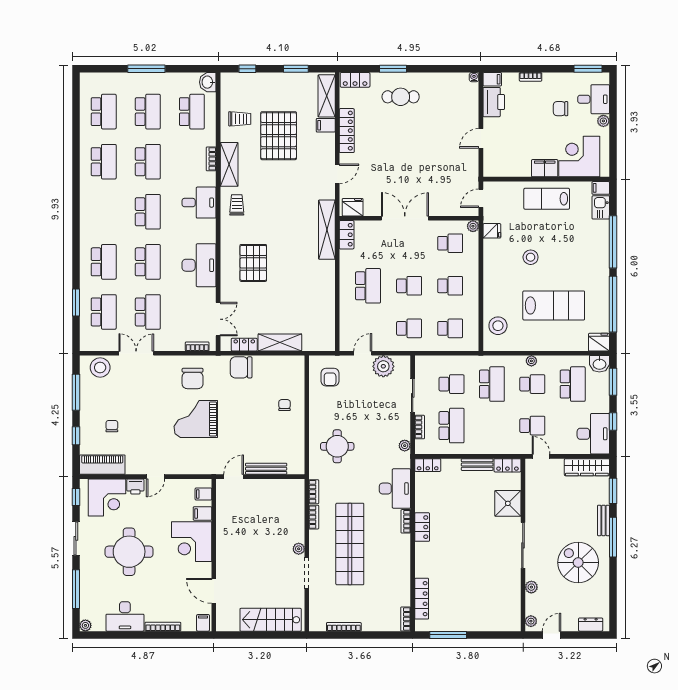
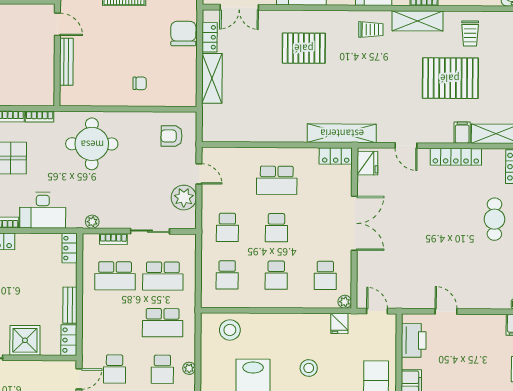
printer: (494, 102) -> (414, 340), moved, turned -90
school desk: (452, 384) -> (163, 276), width x1.85
round table: (337, 446) -> (92, 144), width x1.36, depth x1.36

